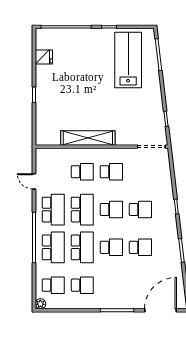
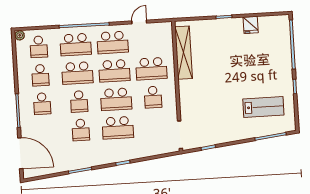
fridge: (44, 57) -> (251, 25), moved
lab bench: (128, 60) -> (263, 107), width x0.73, depth x0.72
shelving: (88, 138) -> (184, 53), moved
school desk: (82, 172) -> (151, 69), width x1.85
school desk: (111, 210) -> (116, 99), width x1.85
school desk: (140, 210) -> (118, 128), width x1.85
school desk: (111, 285) -> (42, 104), added

